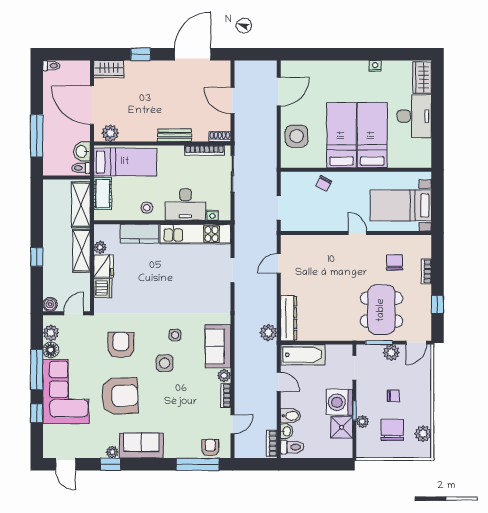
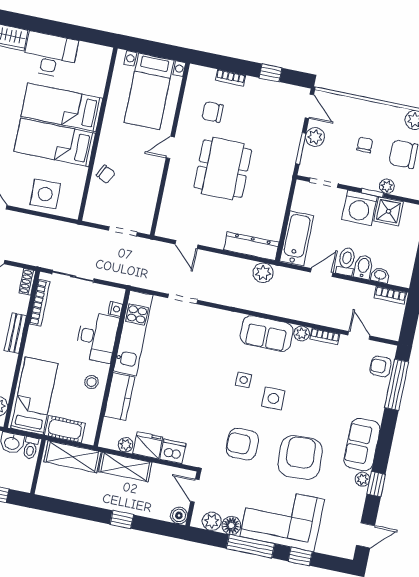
dining table: (381, 310) -> (223, 169), moved, turned 90
toilet: (292, 447) -> (346, 261), moved

